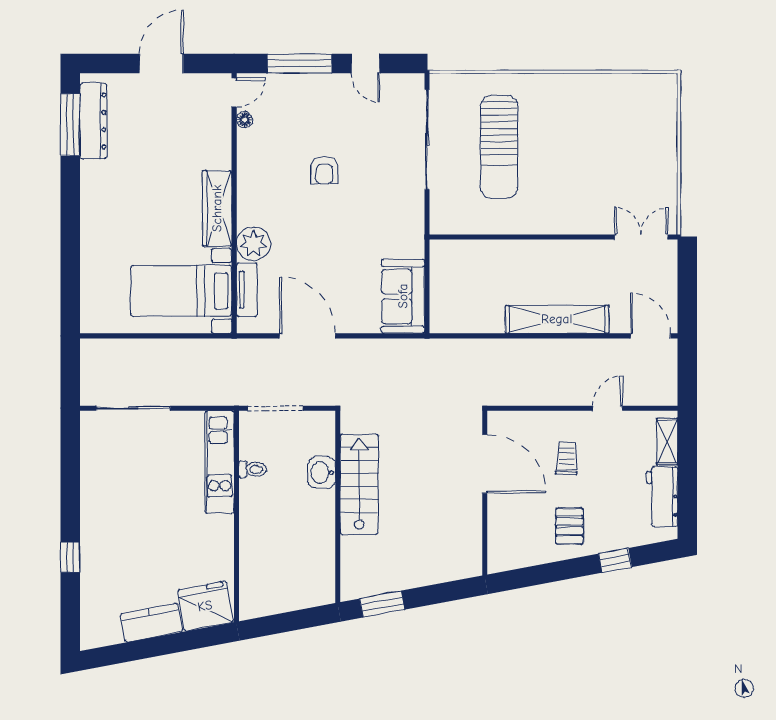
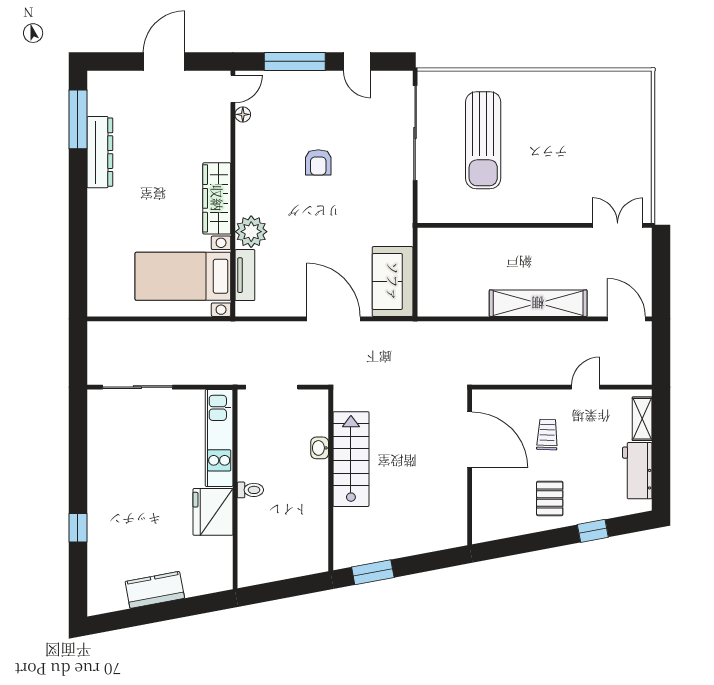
dresser: (93, 121) -> (100, 152), moved
door: (308, 336) -> (334, 319), moved
toilet: (253, 469) -> (250, 490), moved
washbasin: (322, 473) -> (320, 448), width x0.72, depth x0.69
fridge: (205, 606) -> (213, 512), moved, turned -79

